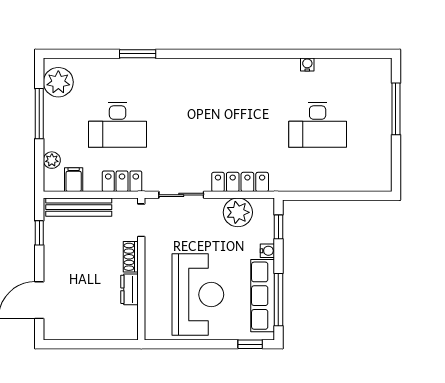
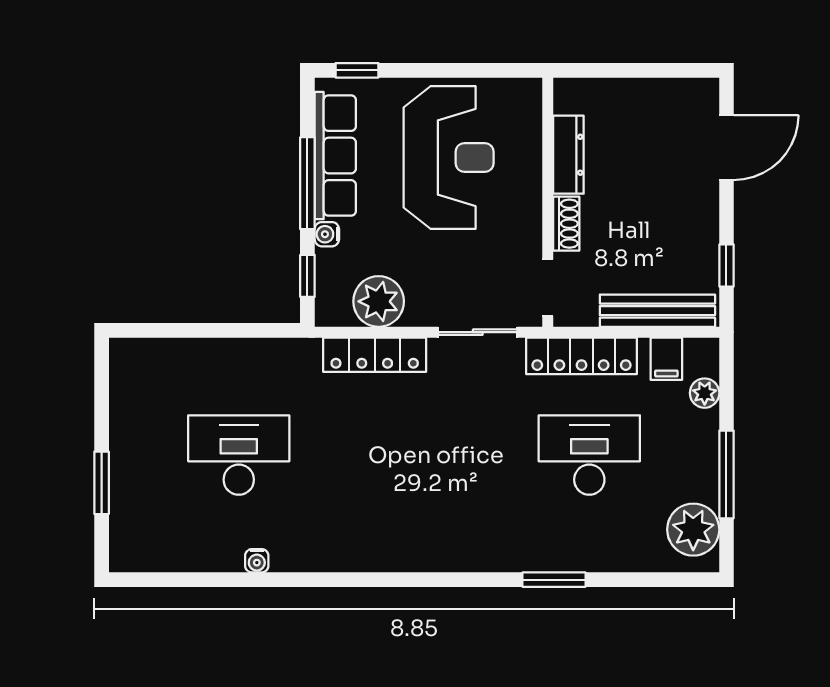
window: (396, 109) -> (102, 483), width x0.69
locker: (122, 181) -> (582, 356), width x1.53
dresser: (130, 289) -> (568, 155), width x1.44
reception desk: (198, 295) -> (449, 158), turned 180
window: (278, 300) -> (307, 183), moved

